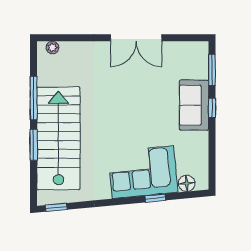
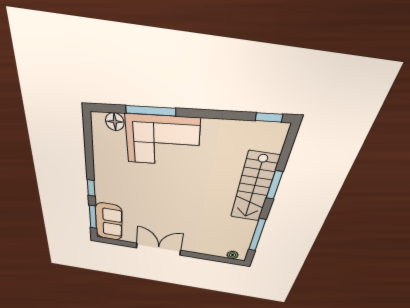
window: (34, 98) -> (257, 235), moved
sofa: (194, 105) -> (109, 222), moved
stairs: (58, 138) -> (254, 188), width x0.73, depth x0.66
window: (155, 198) -> (151, 111), width x2.17

